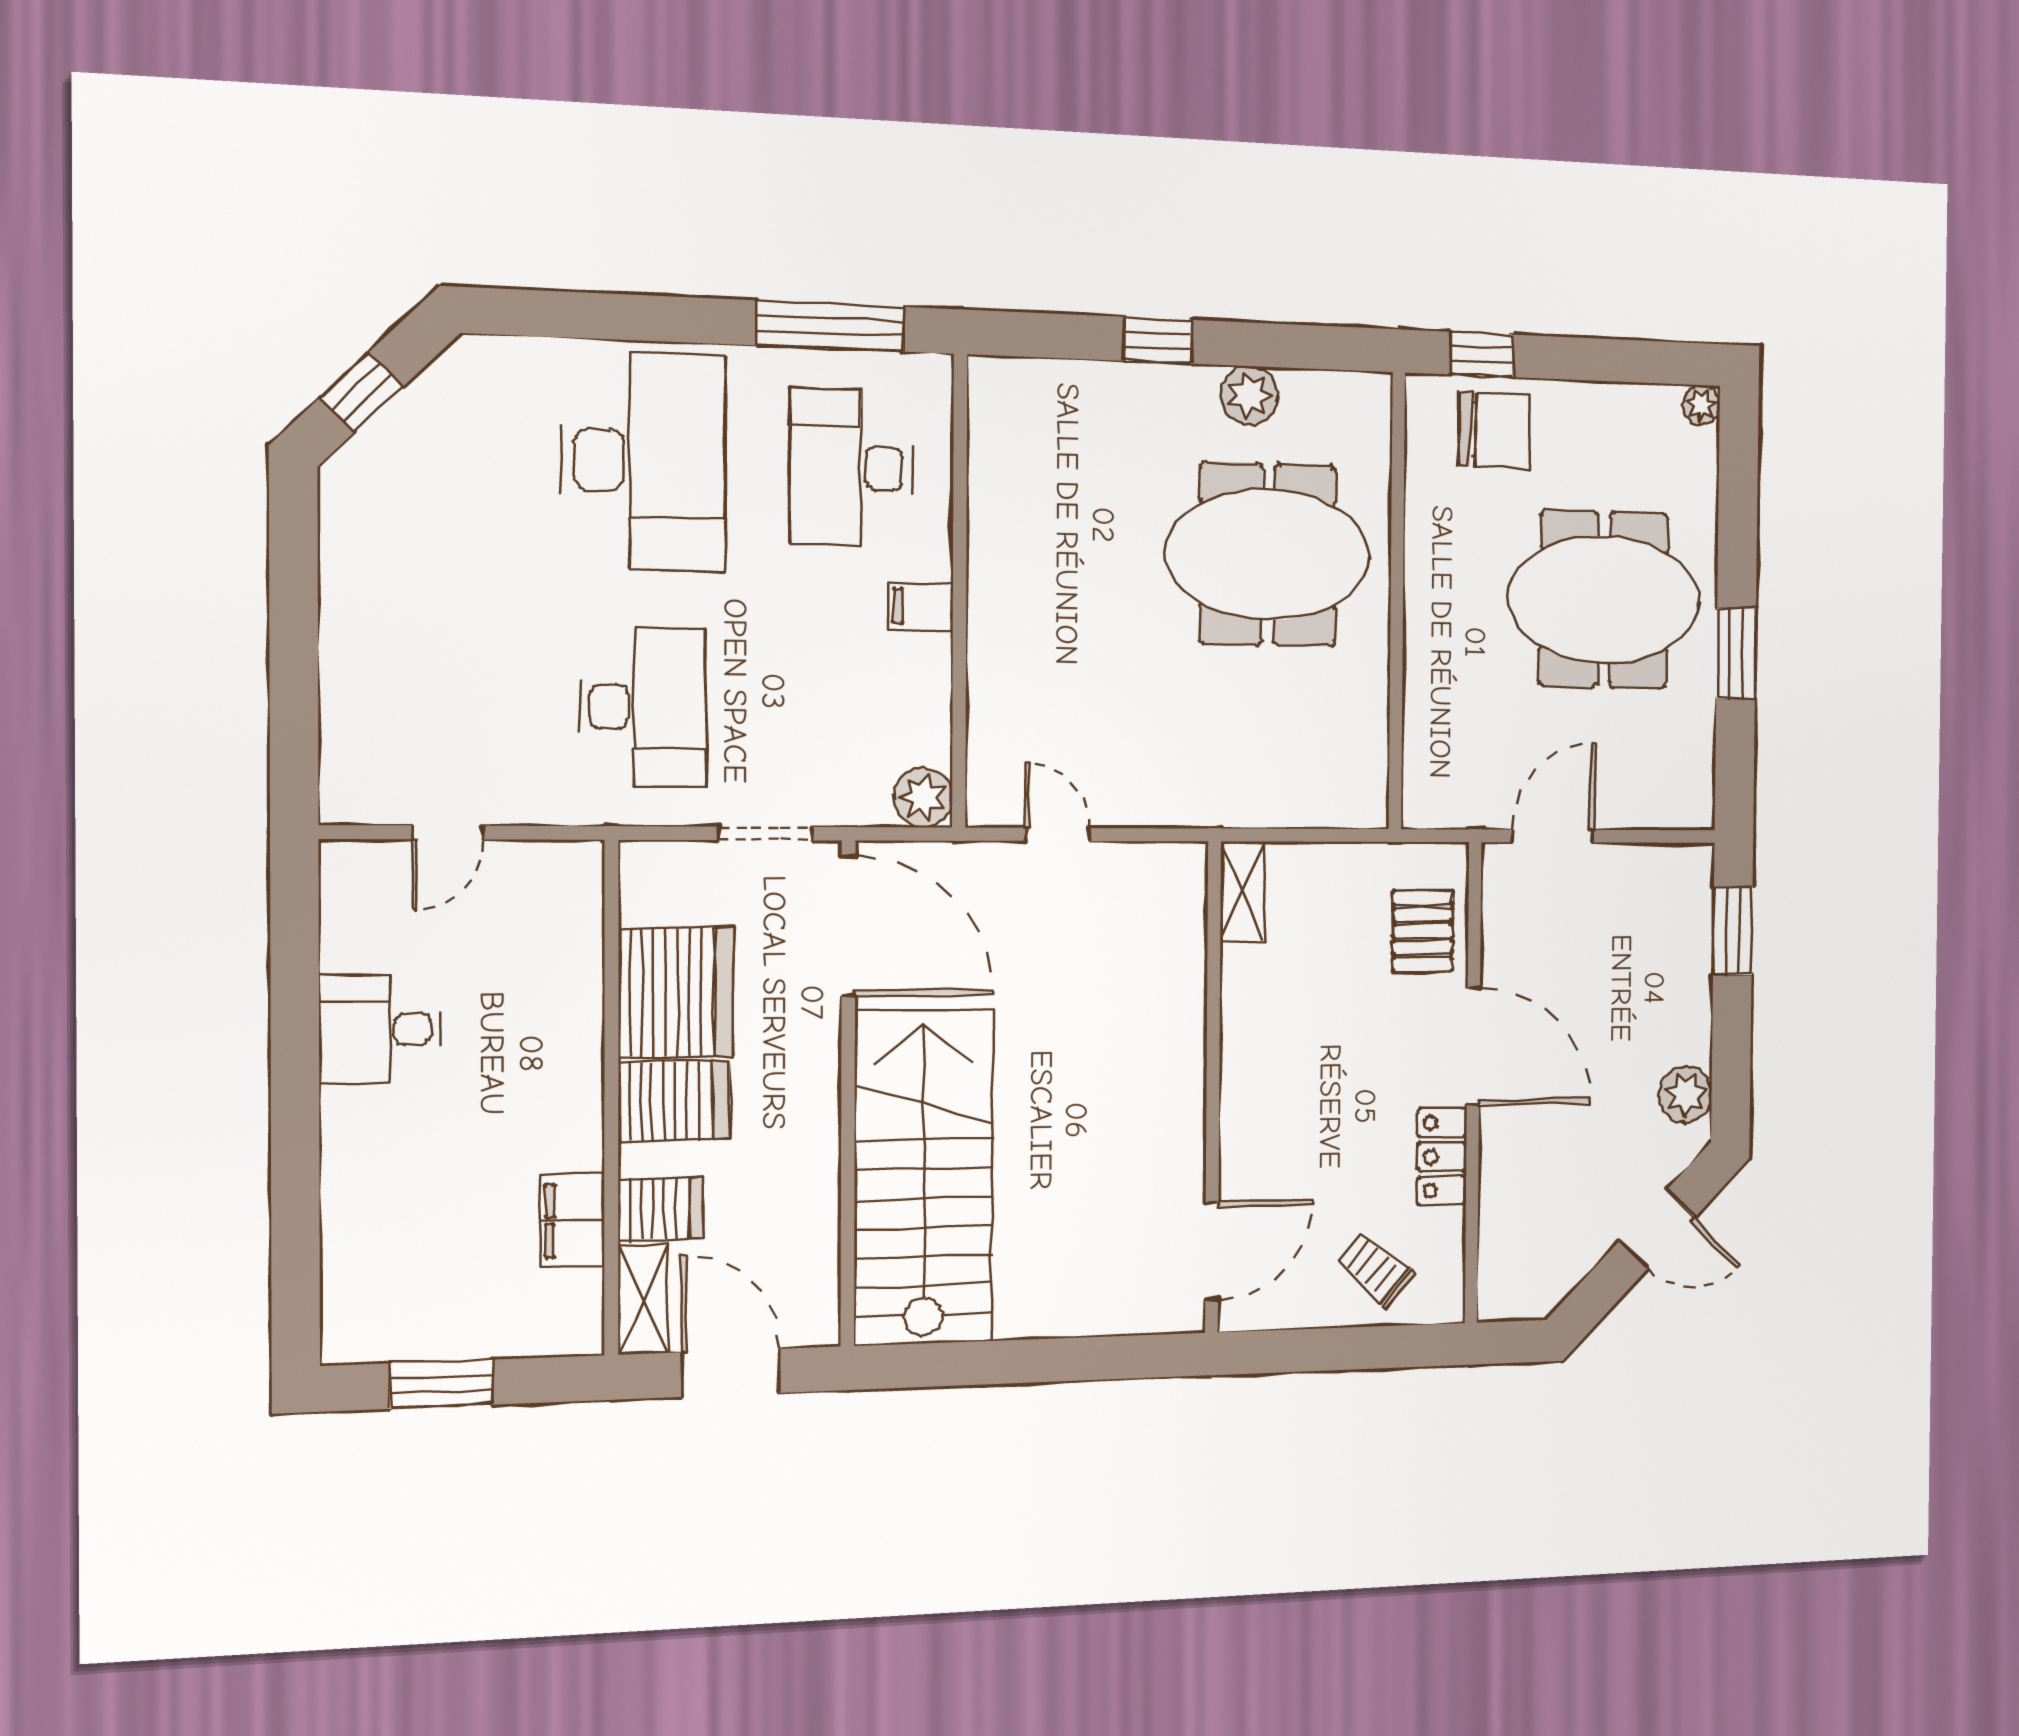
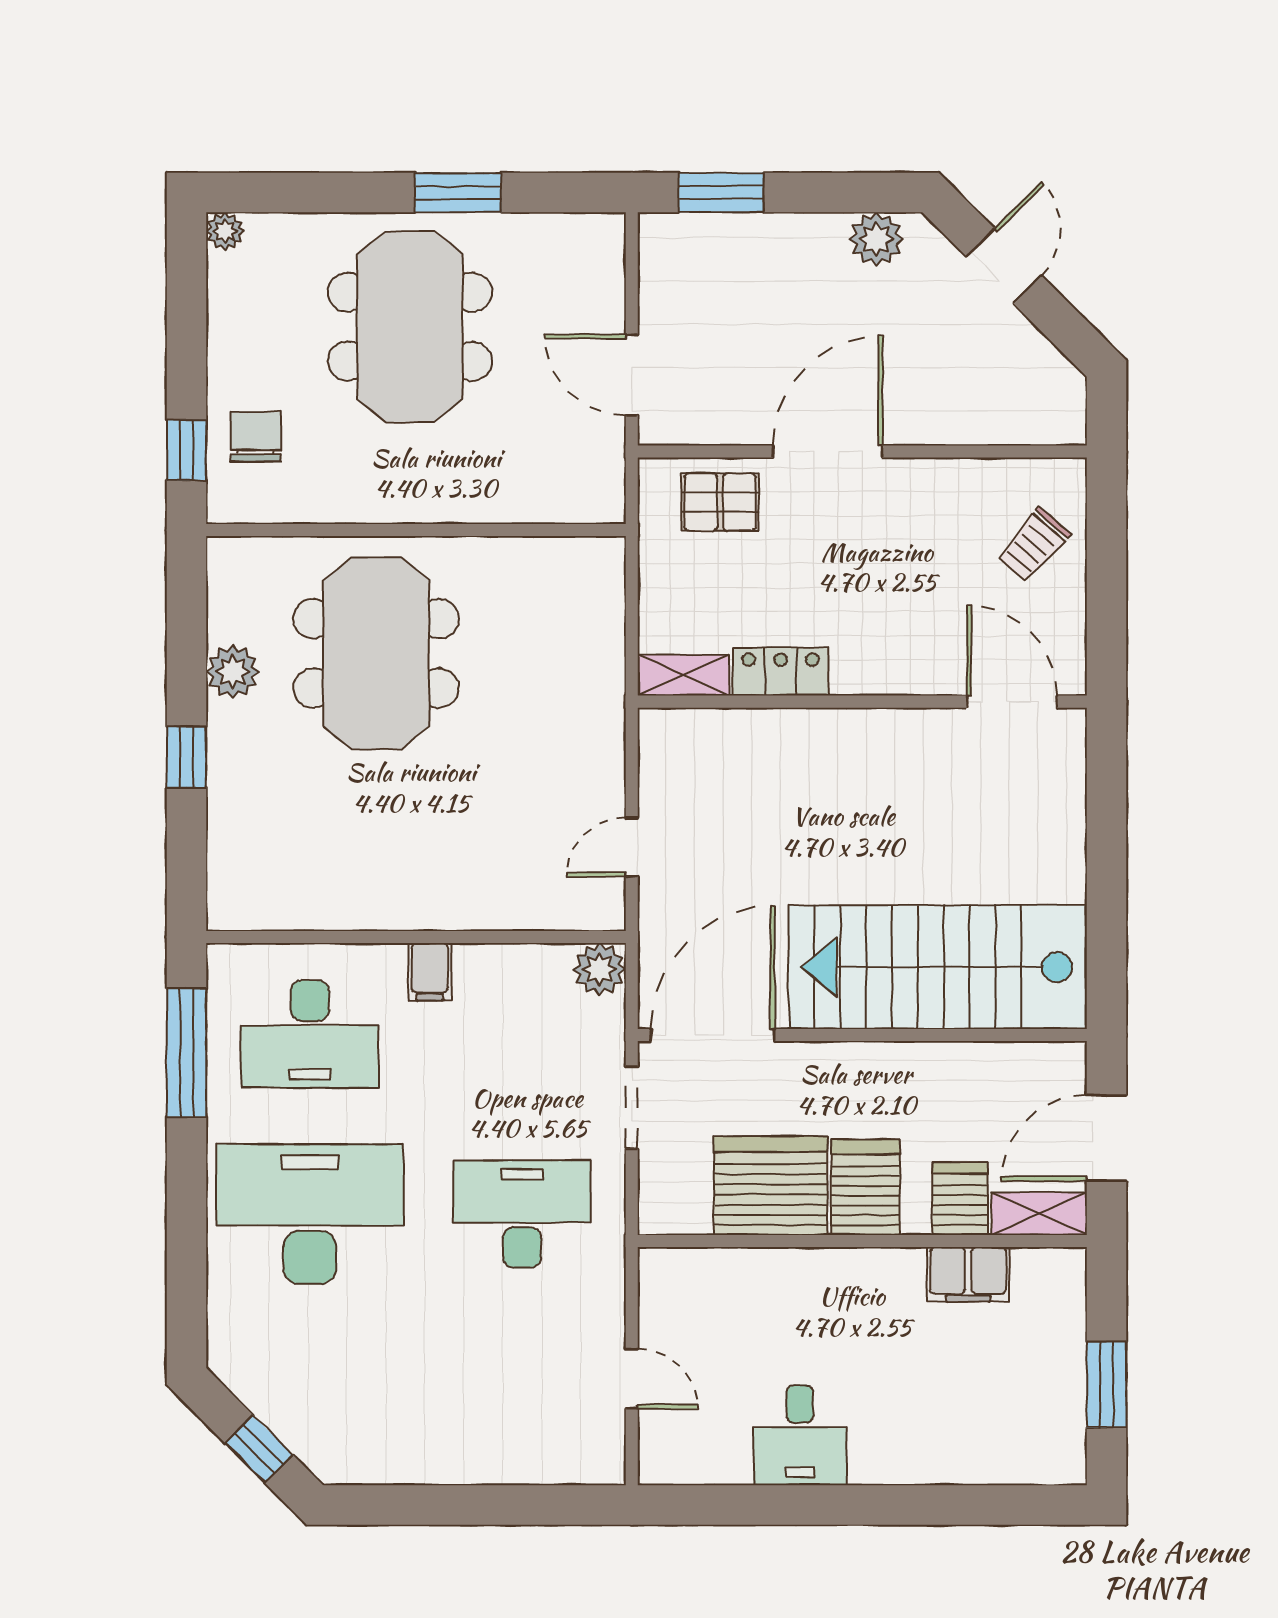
chair: (1494, 430) -> (256, 437), width x0.73, depth x0.73
locker: (1442, 1157) -> (781, 672), moved, turned 180

